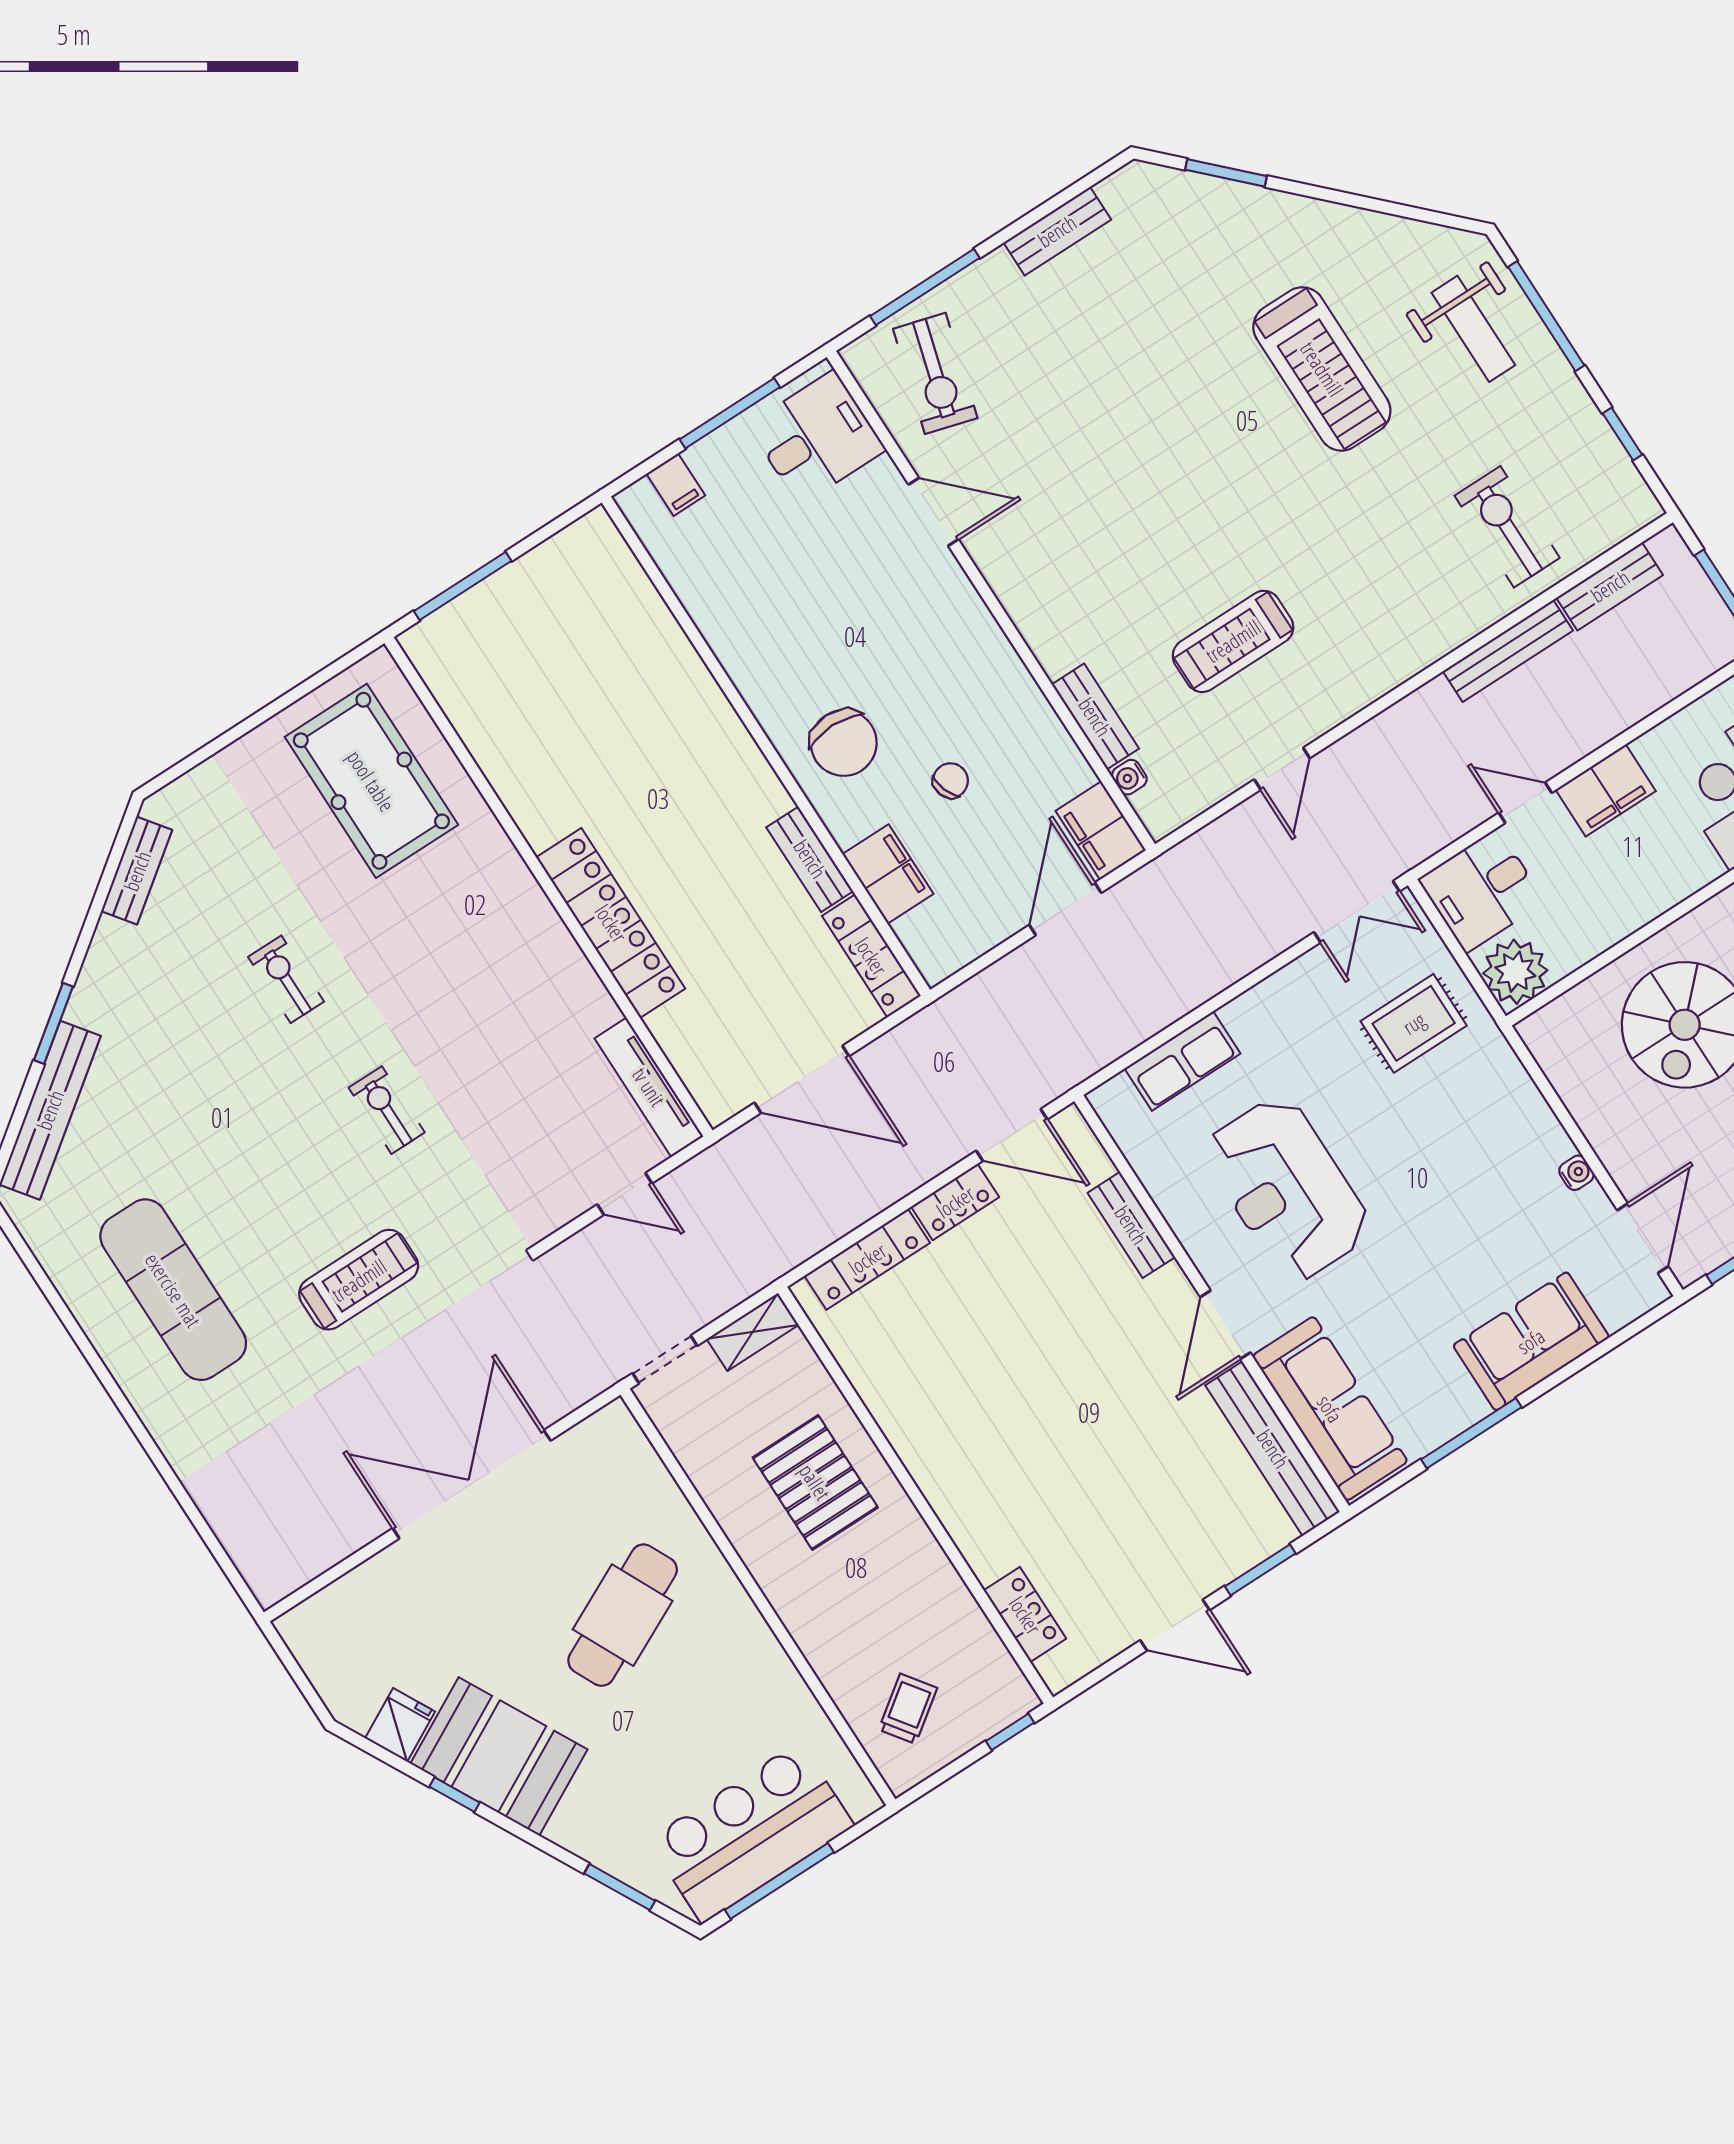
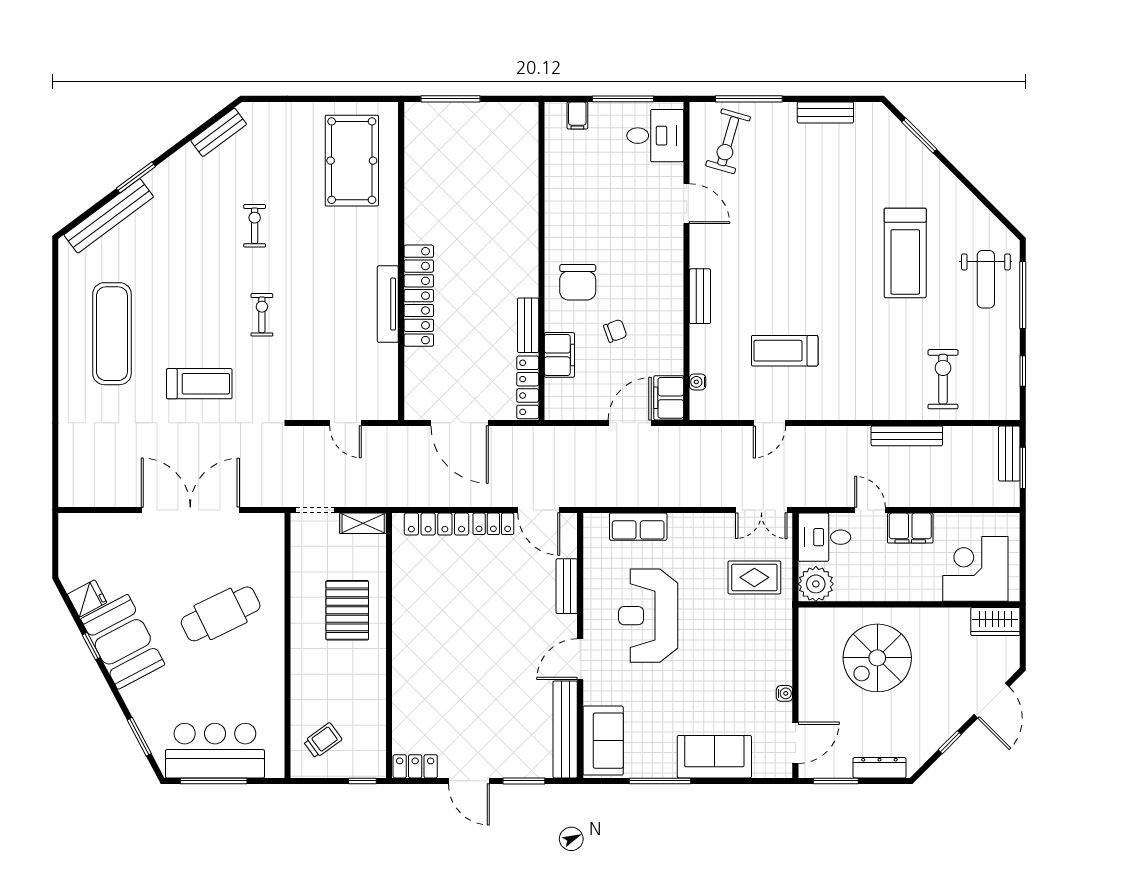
bench: (1610, 586) -> (1009, 454), moved, turned 90
bench: (1095, 717) -> (700, 296), moved
tv unit: (649, 1087) -> (388, 304), moved
sofa: (1330, 1409) -> (603, 741), width x0.73
locker: (1025, 1615) -> (415, 766), moved, turned -90

